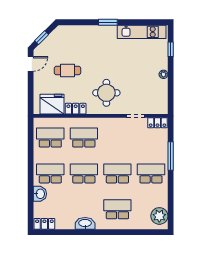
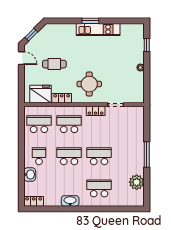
kitchen unit: (142, 32) -> (98, 29), moved
door: (31, 64) -> (21, 58), hinge flipped
locker: (157, 123) -> (96, 111), moved
window: (171, 156) -> (147, 154), moved
school desk: (50, 173) -> (39, 156), width x0.54
school desk: (151, 173) -> (129, 156), removed
plant: (159, 216) -> (137, 182), moved

